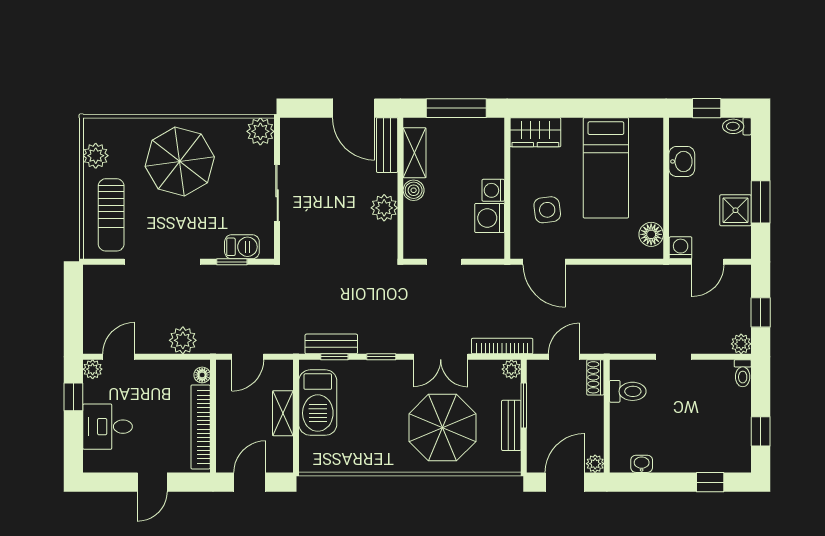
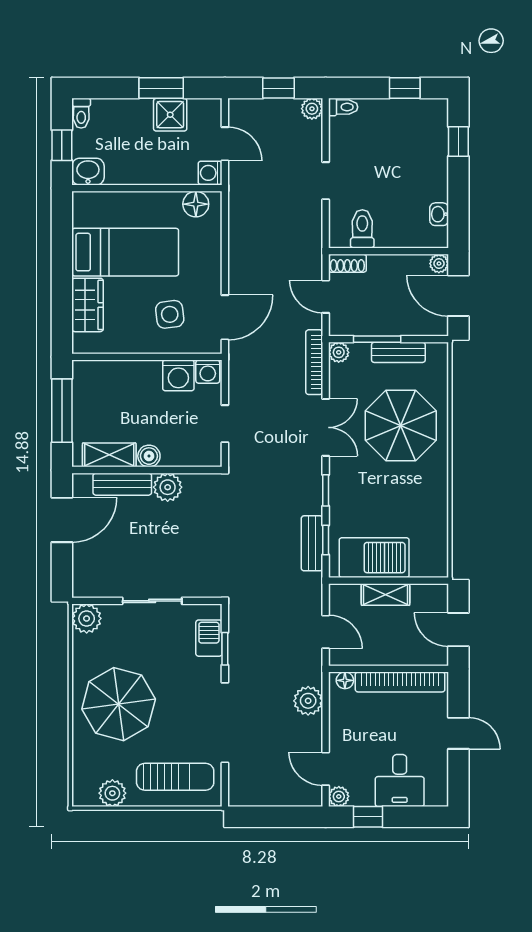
wardrobe: (535, 132) -> (88, 305), moved
bench: (387, 145) -> (122, 484), moved
washbasin: (682, 161) -> (88, 172), moved
washing machine: (493, 190) -> (208, 372), moved

